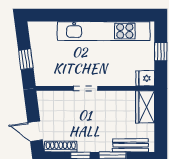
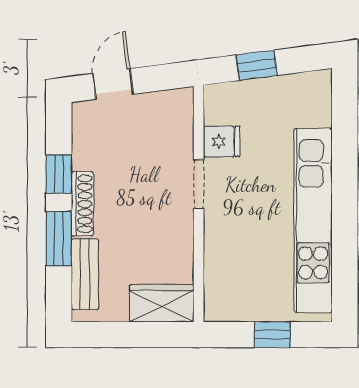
fridge: (145, 78) -> (222, 142), moved, turned 90
shoe rack: (61, 147) -> (82, 204), moved

